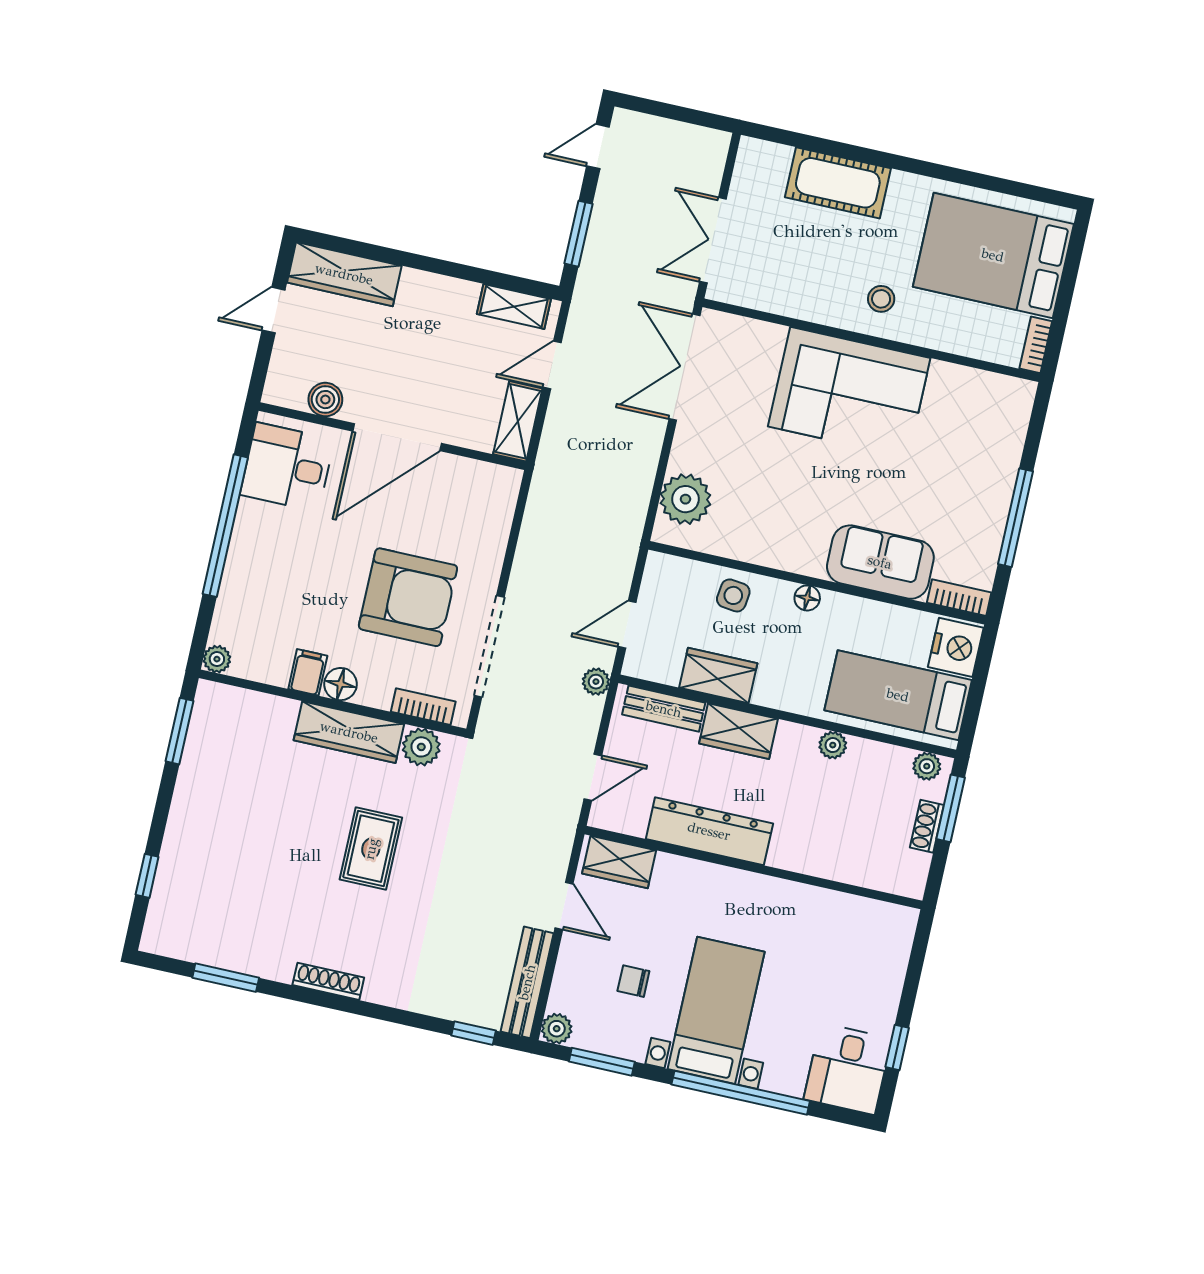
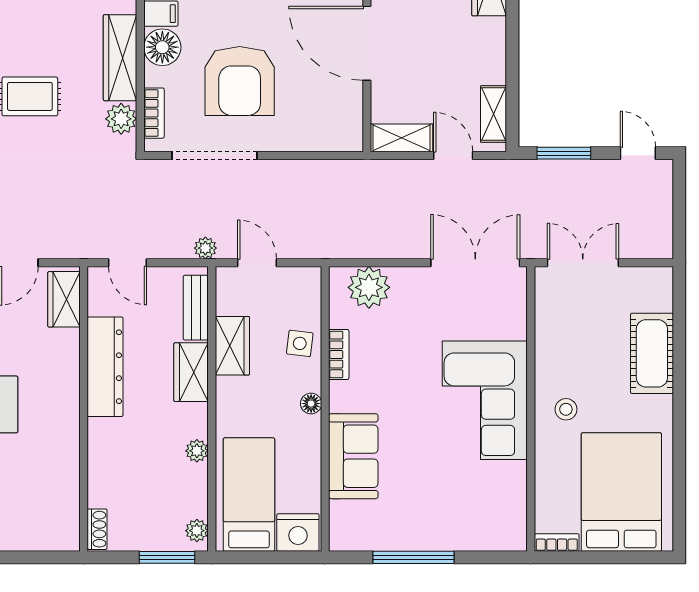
bookcase: (959, 598) -> (339, 354), moved
floor lamp: (341, 684) -> (162, 47), width x1.38, depth x1.38
shoe rack: (927, 826) -> (97, 529), moved, turned 90

